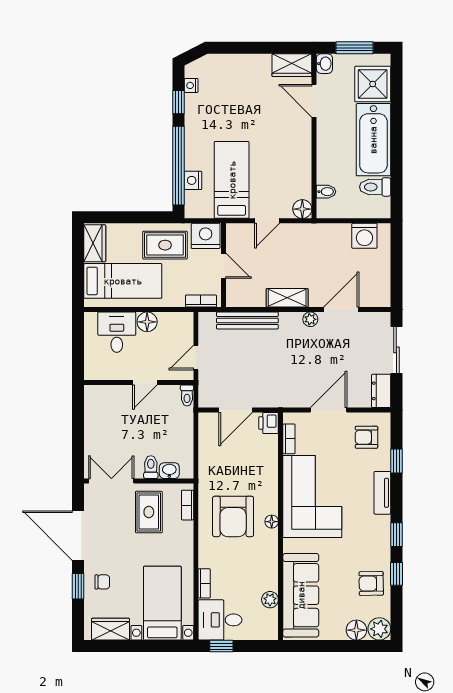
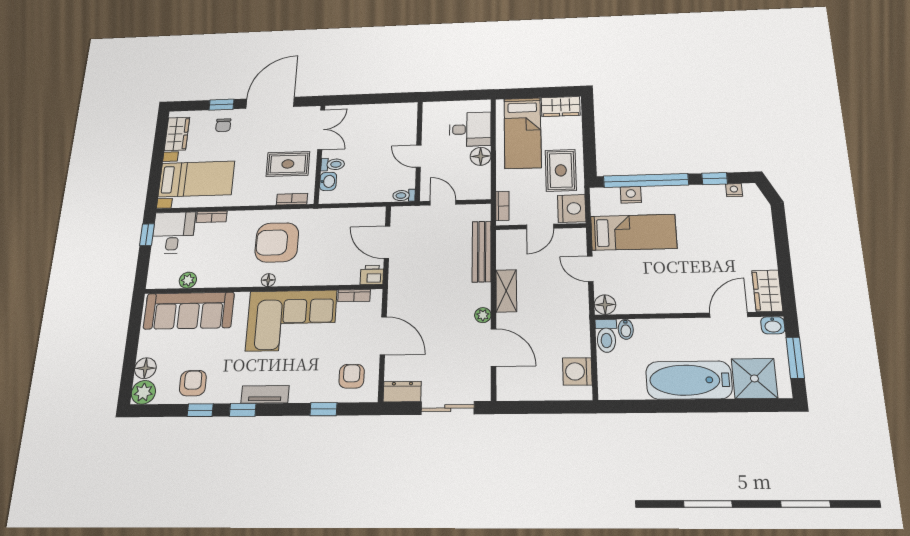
toilet: (375, 187) -> (606, 336), moved, turned 180
tv unit: (382, 493) -> (265, 394), moved

